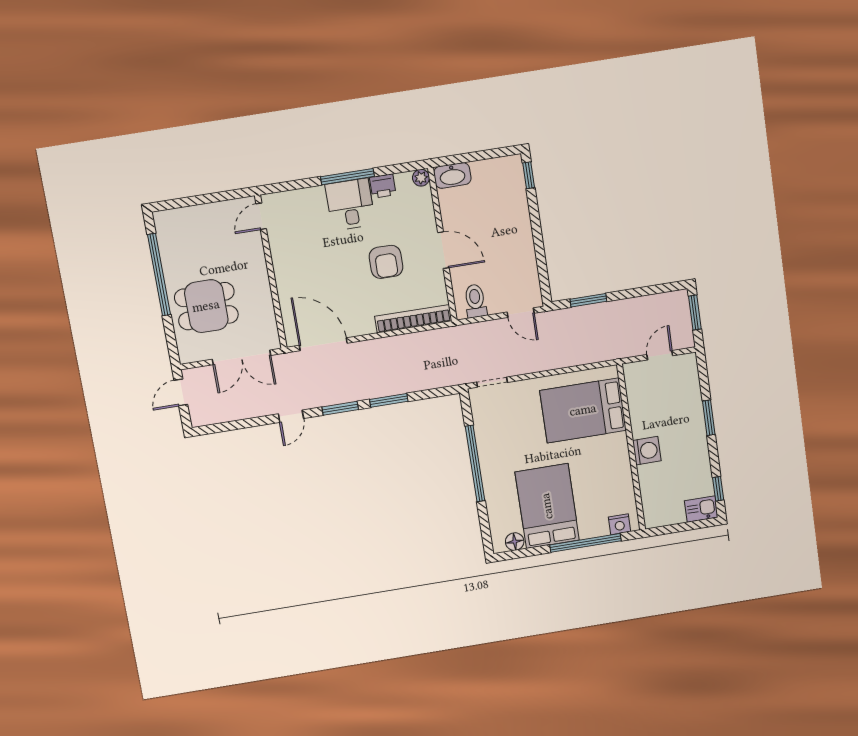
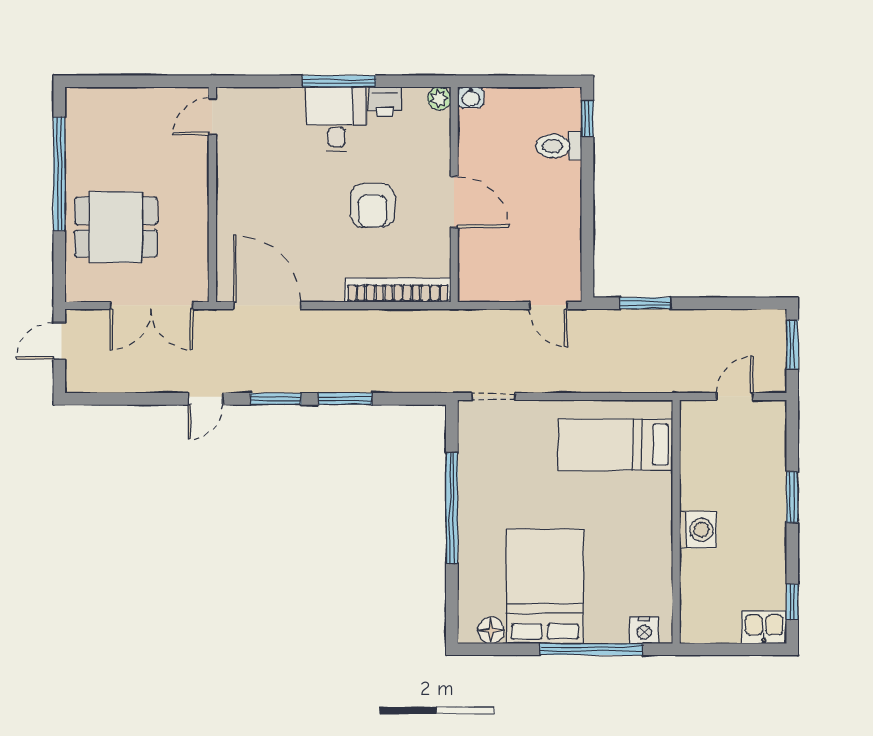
washbasin: (452, 175) -> (471, 98), width x0.52, depth x0.69
toilet: (475, 301) -> (559, 146), moved, turned -90
bed: (583, 410) -> (616, 445), width x0.67

